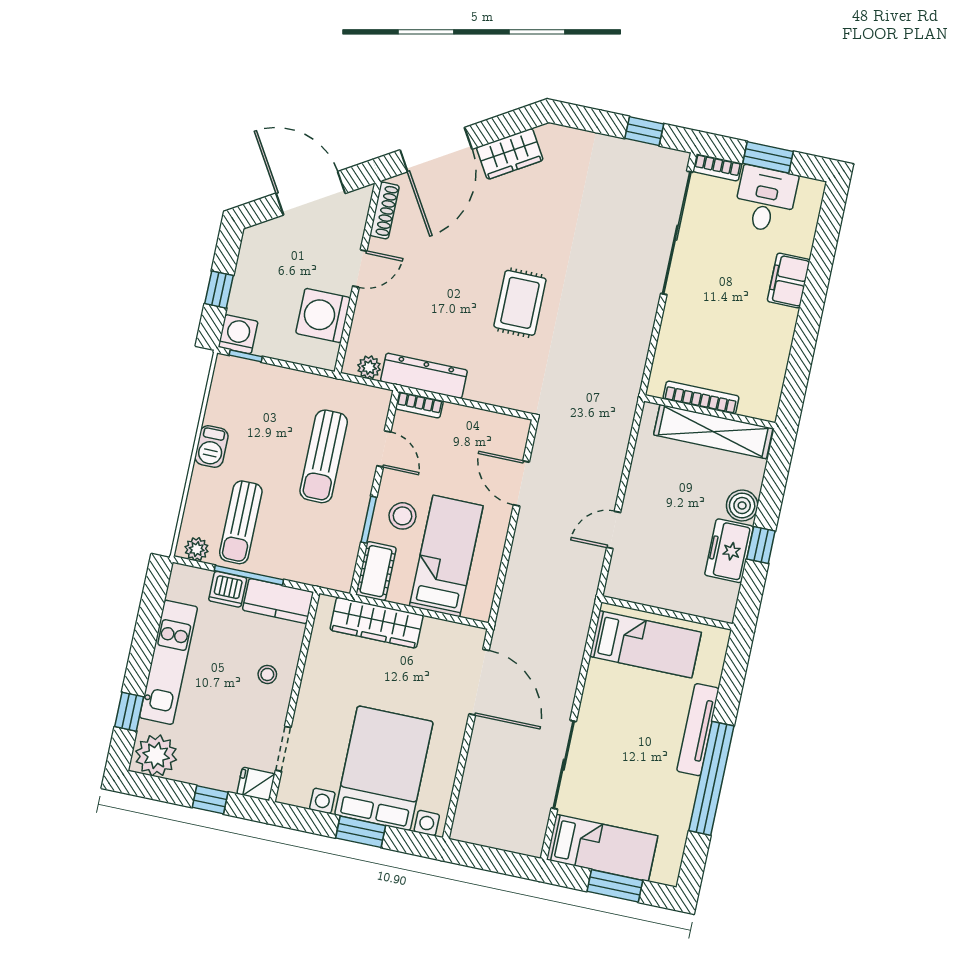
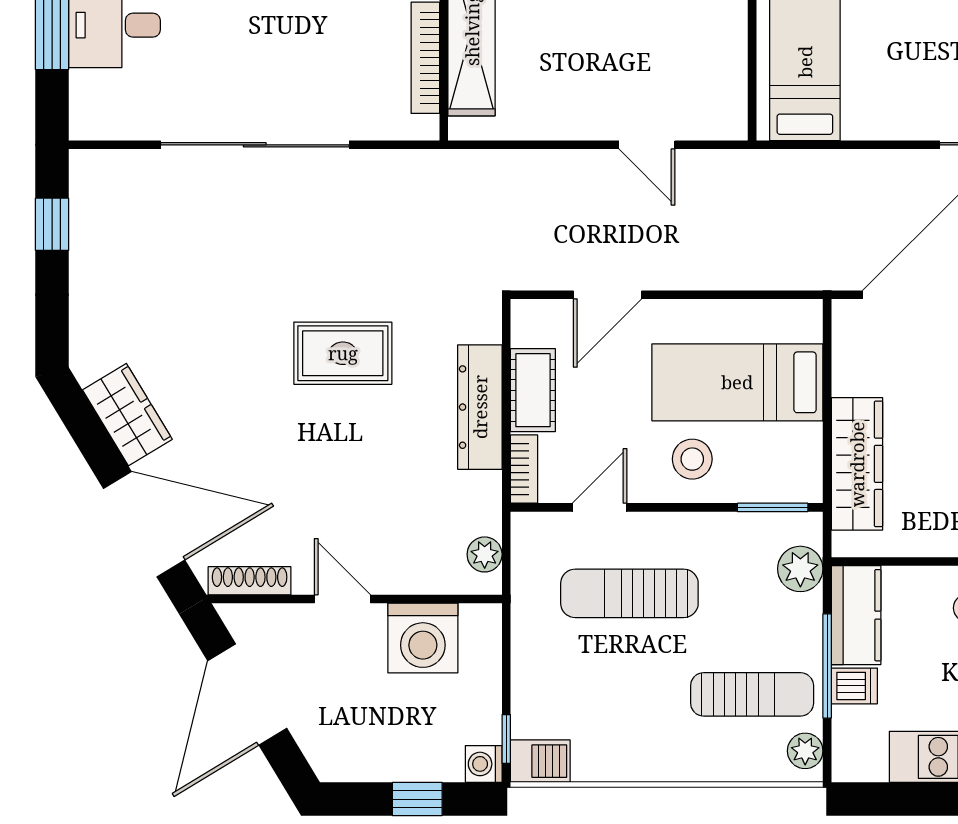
bookcase: (717, 167) -> (83, 106), removed
sliding door: (677, 233) -> (255, 145), moved
washing machine: (238, 334) -> (484, 764), width x0.73, depth x0.73
dresser: (424, 376) -> (480, 407), moved
barbecue: (211, 447) -> (540, 761), moved
sun lounger: (324, 456) -> (629, 593), turned 180
window: (369, 520) -> (773, 507), moved
plant: (316, 571) -> (800, 569), added
cot: (376, 571) -> (533, 390), moved, turned 90
dishwasher: (228, 589) -> (854, 686), width x0.73

